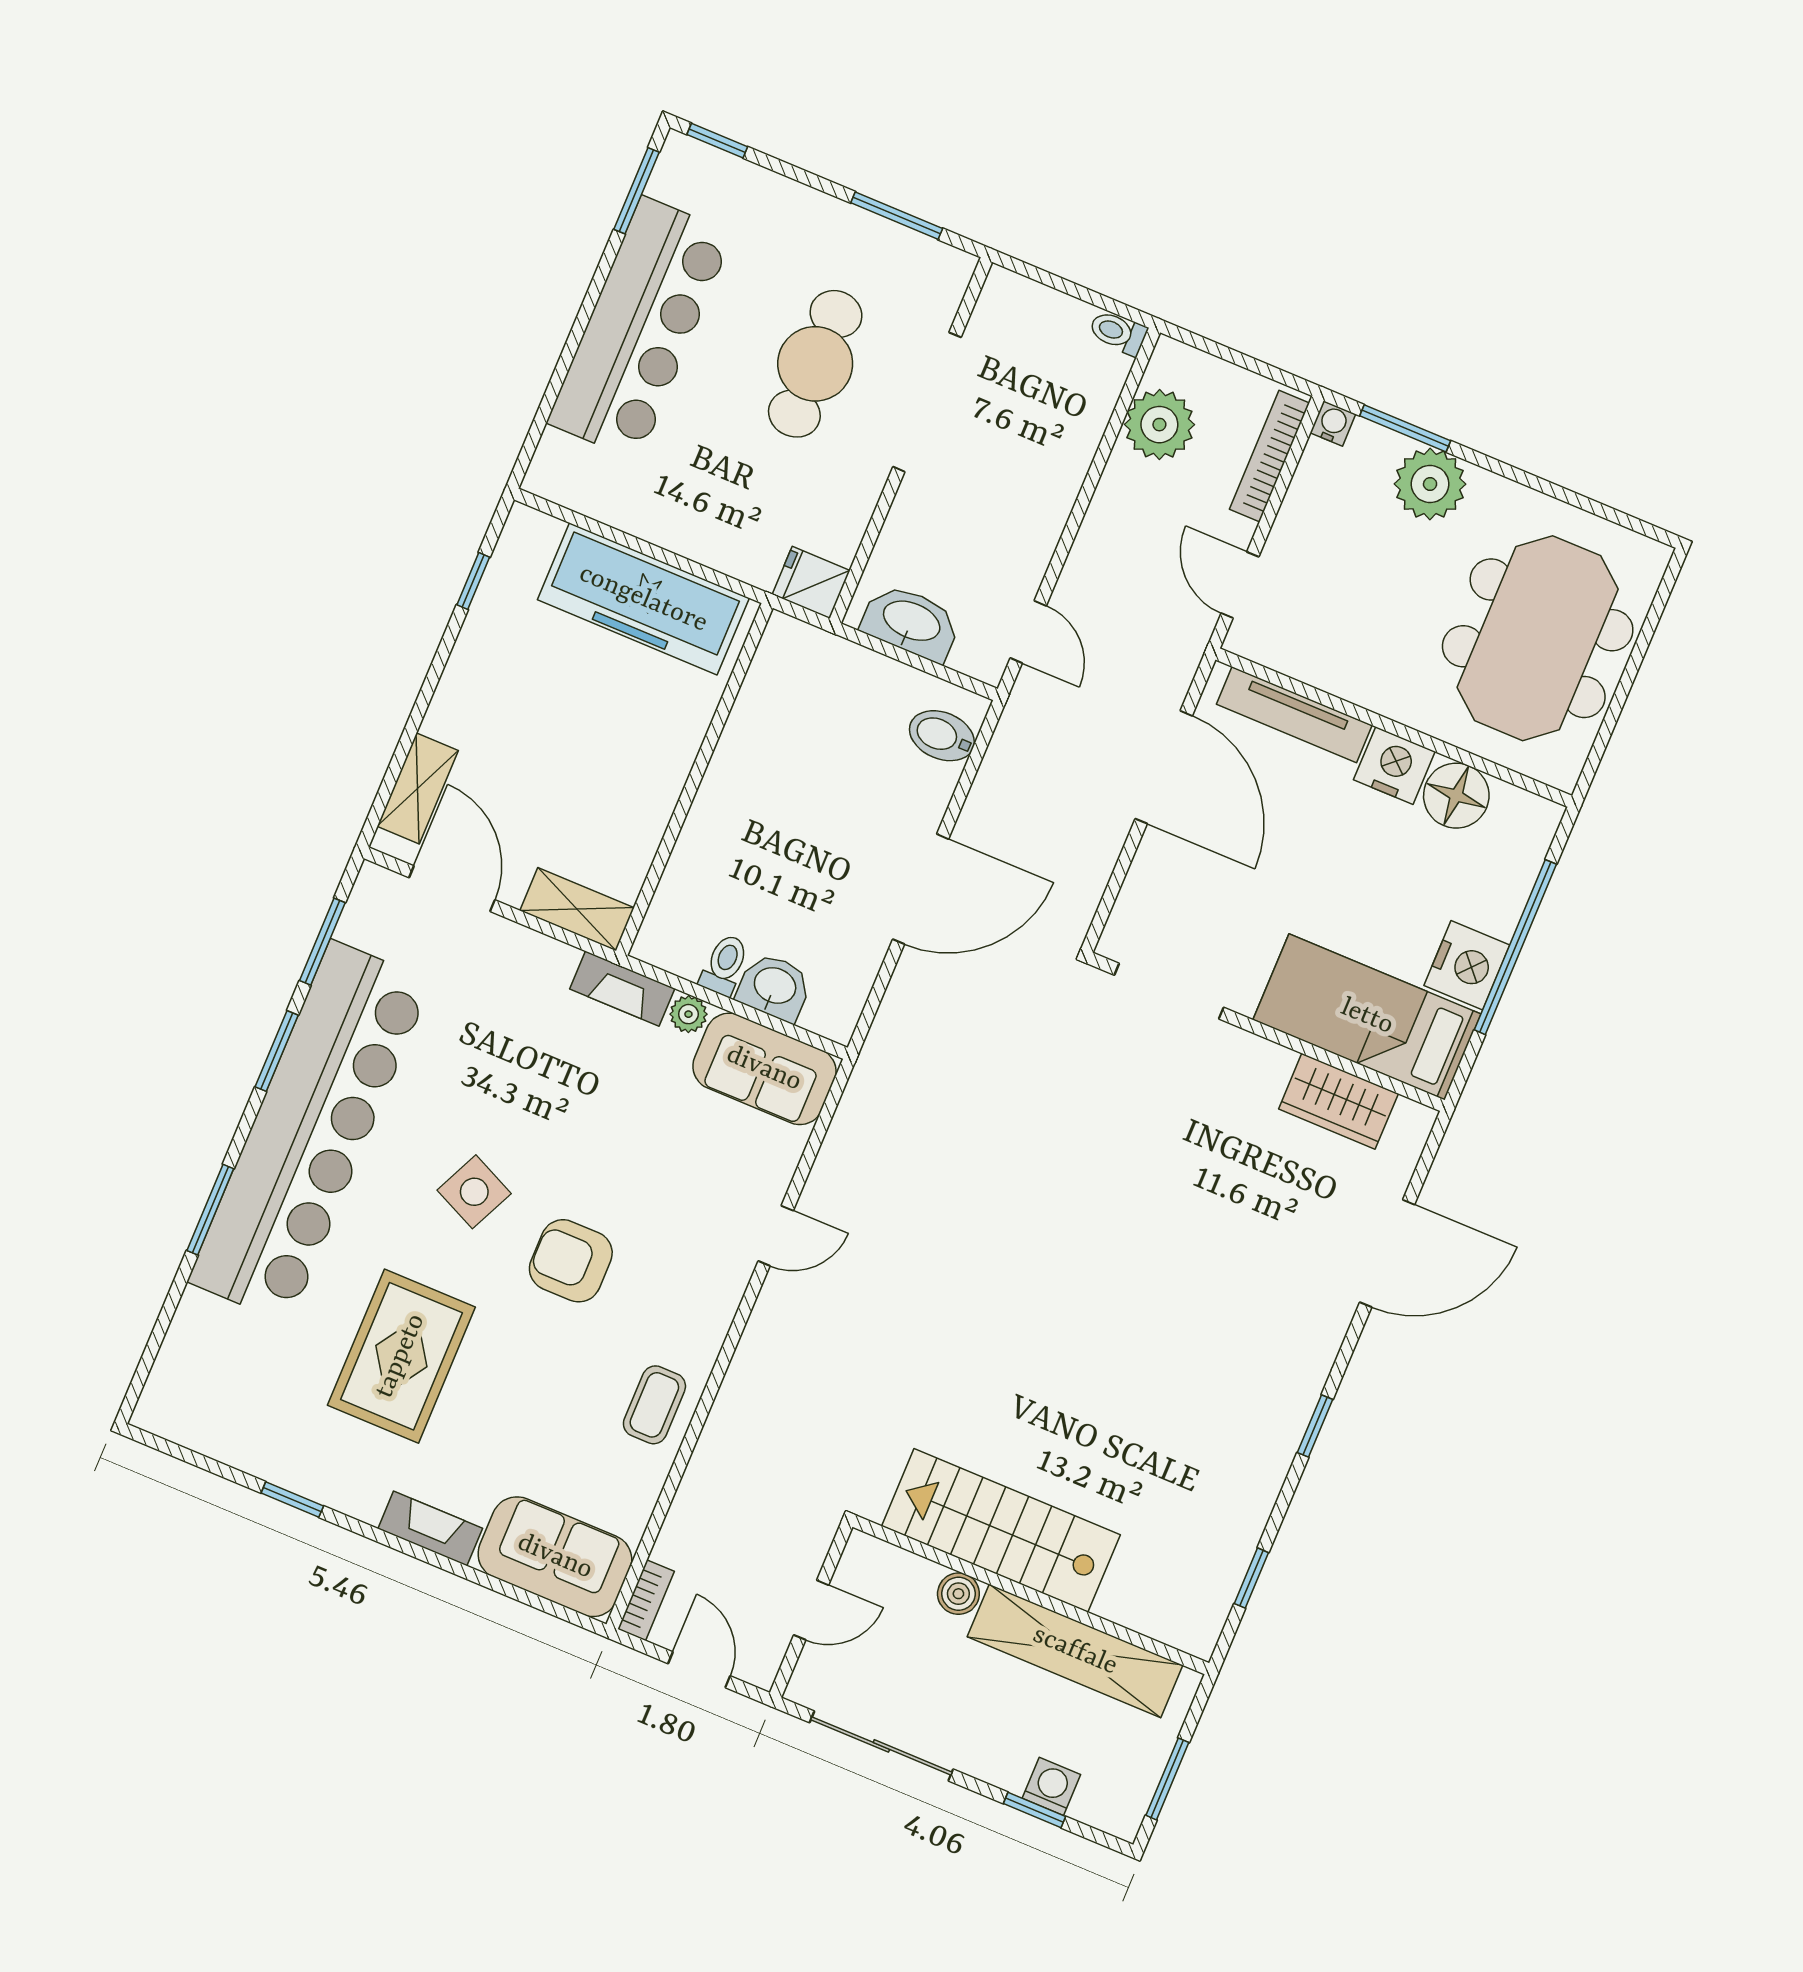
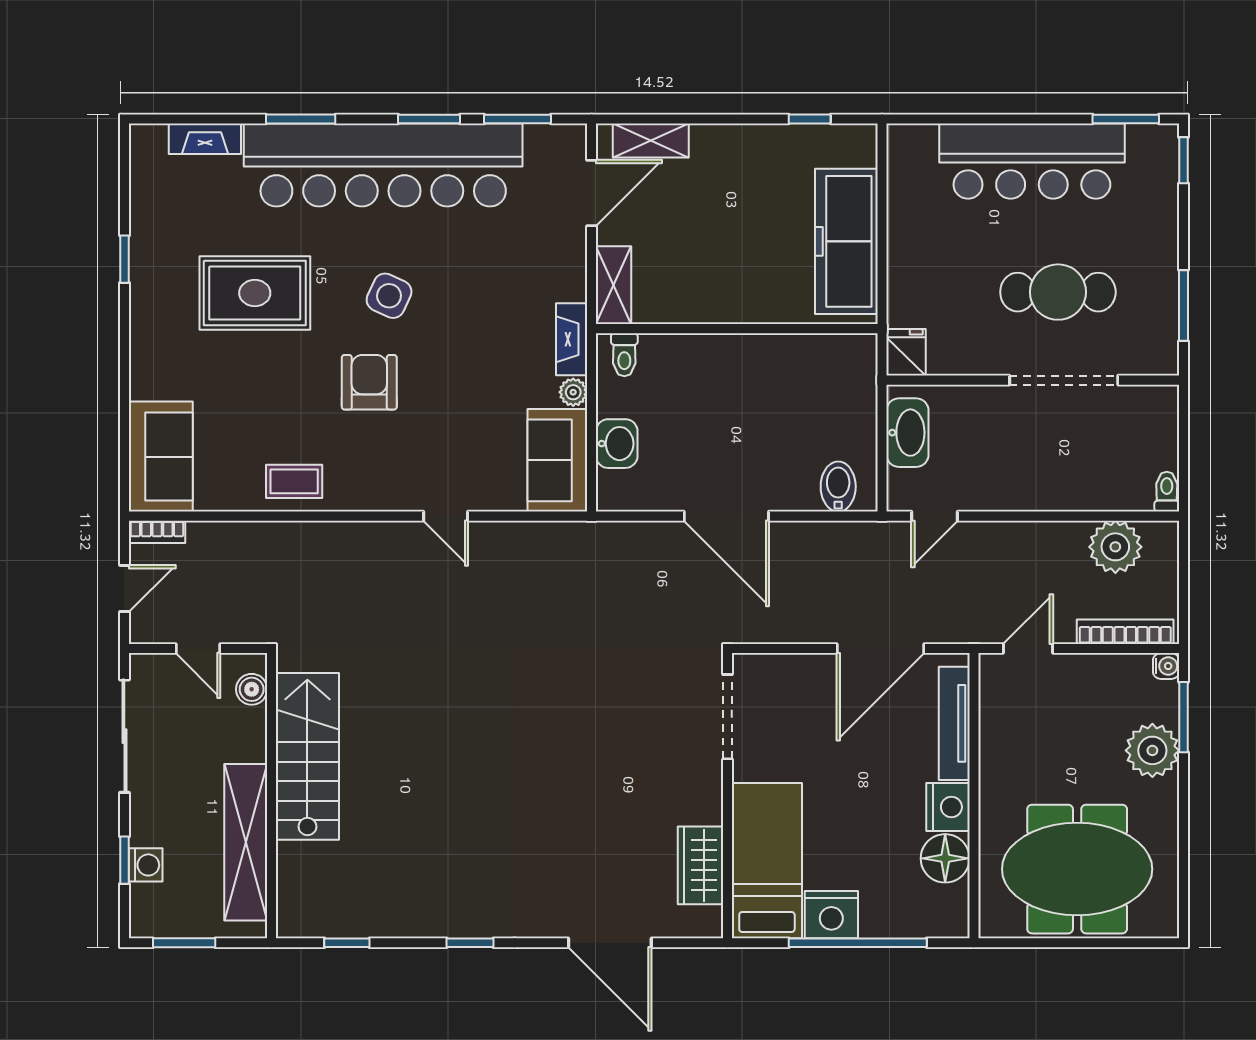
toilet: (724, 965) -> (624, 355), moved, turned 90
fireplace: (430, 1528) -> (205, 139), moved, turned 90
boiler: (958, 1594) -> (252, 689), moved

